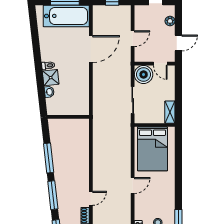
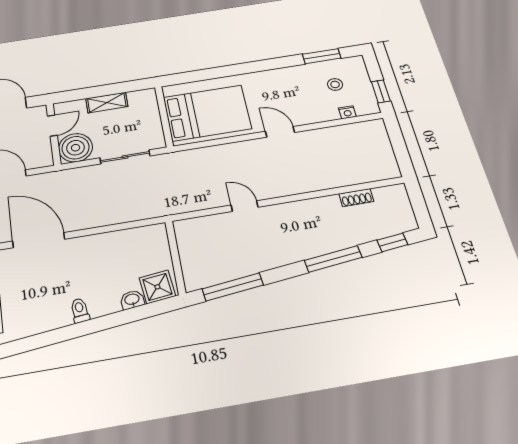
shower: (51, 78) -> (157, 287), moved
shelving: (170, 112) -> (107, 103), moved
window: (49, 158) -> (233, 287), moved
door: (91, 198) -> (245, 206), moved

